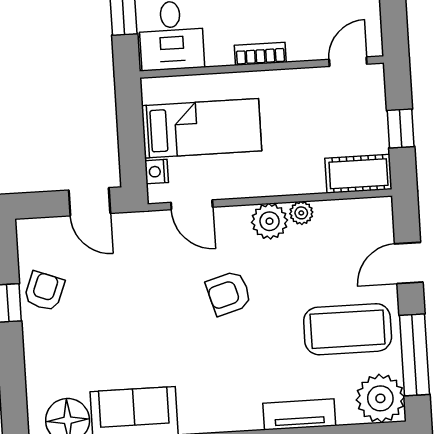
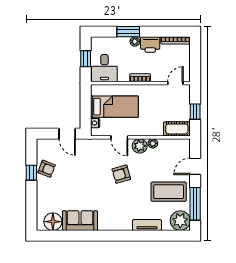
door: (192, 205) -> (119, 137), moved
armchair: (44, 291) -> (47, 169), turned 90

